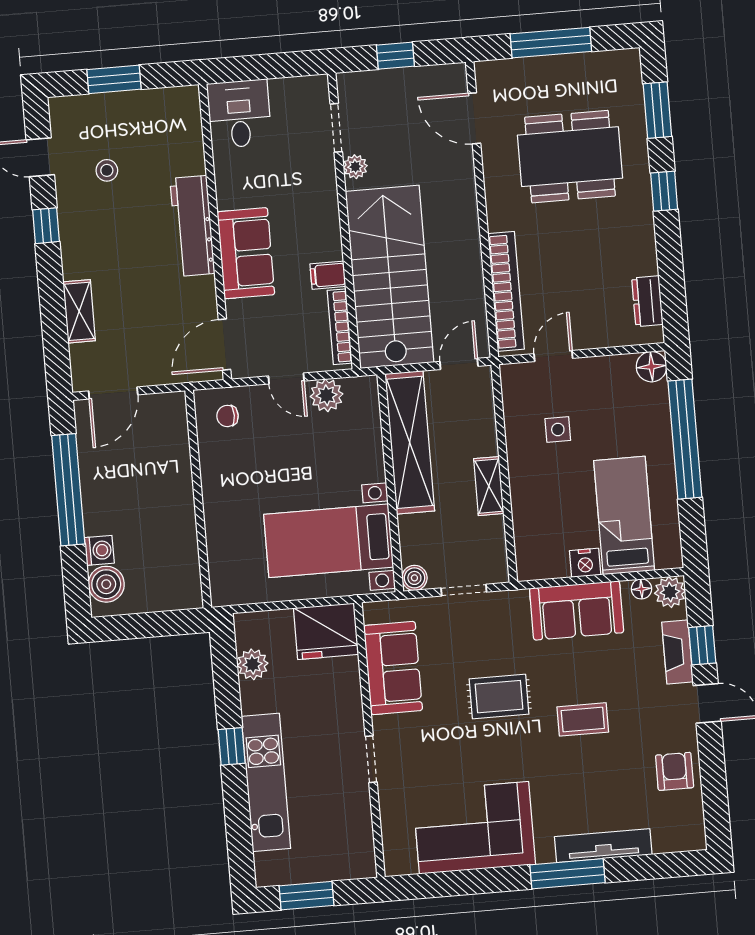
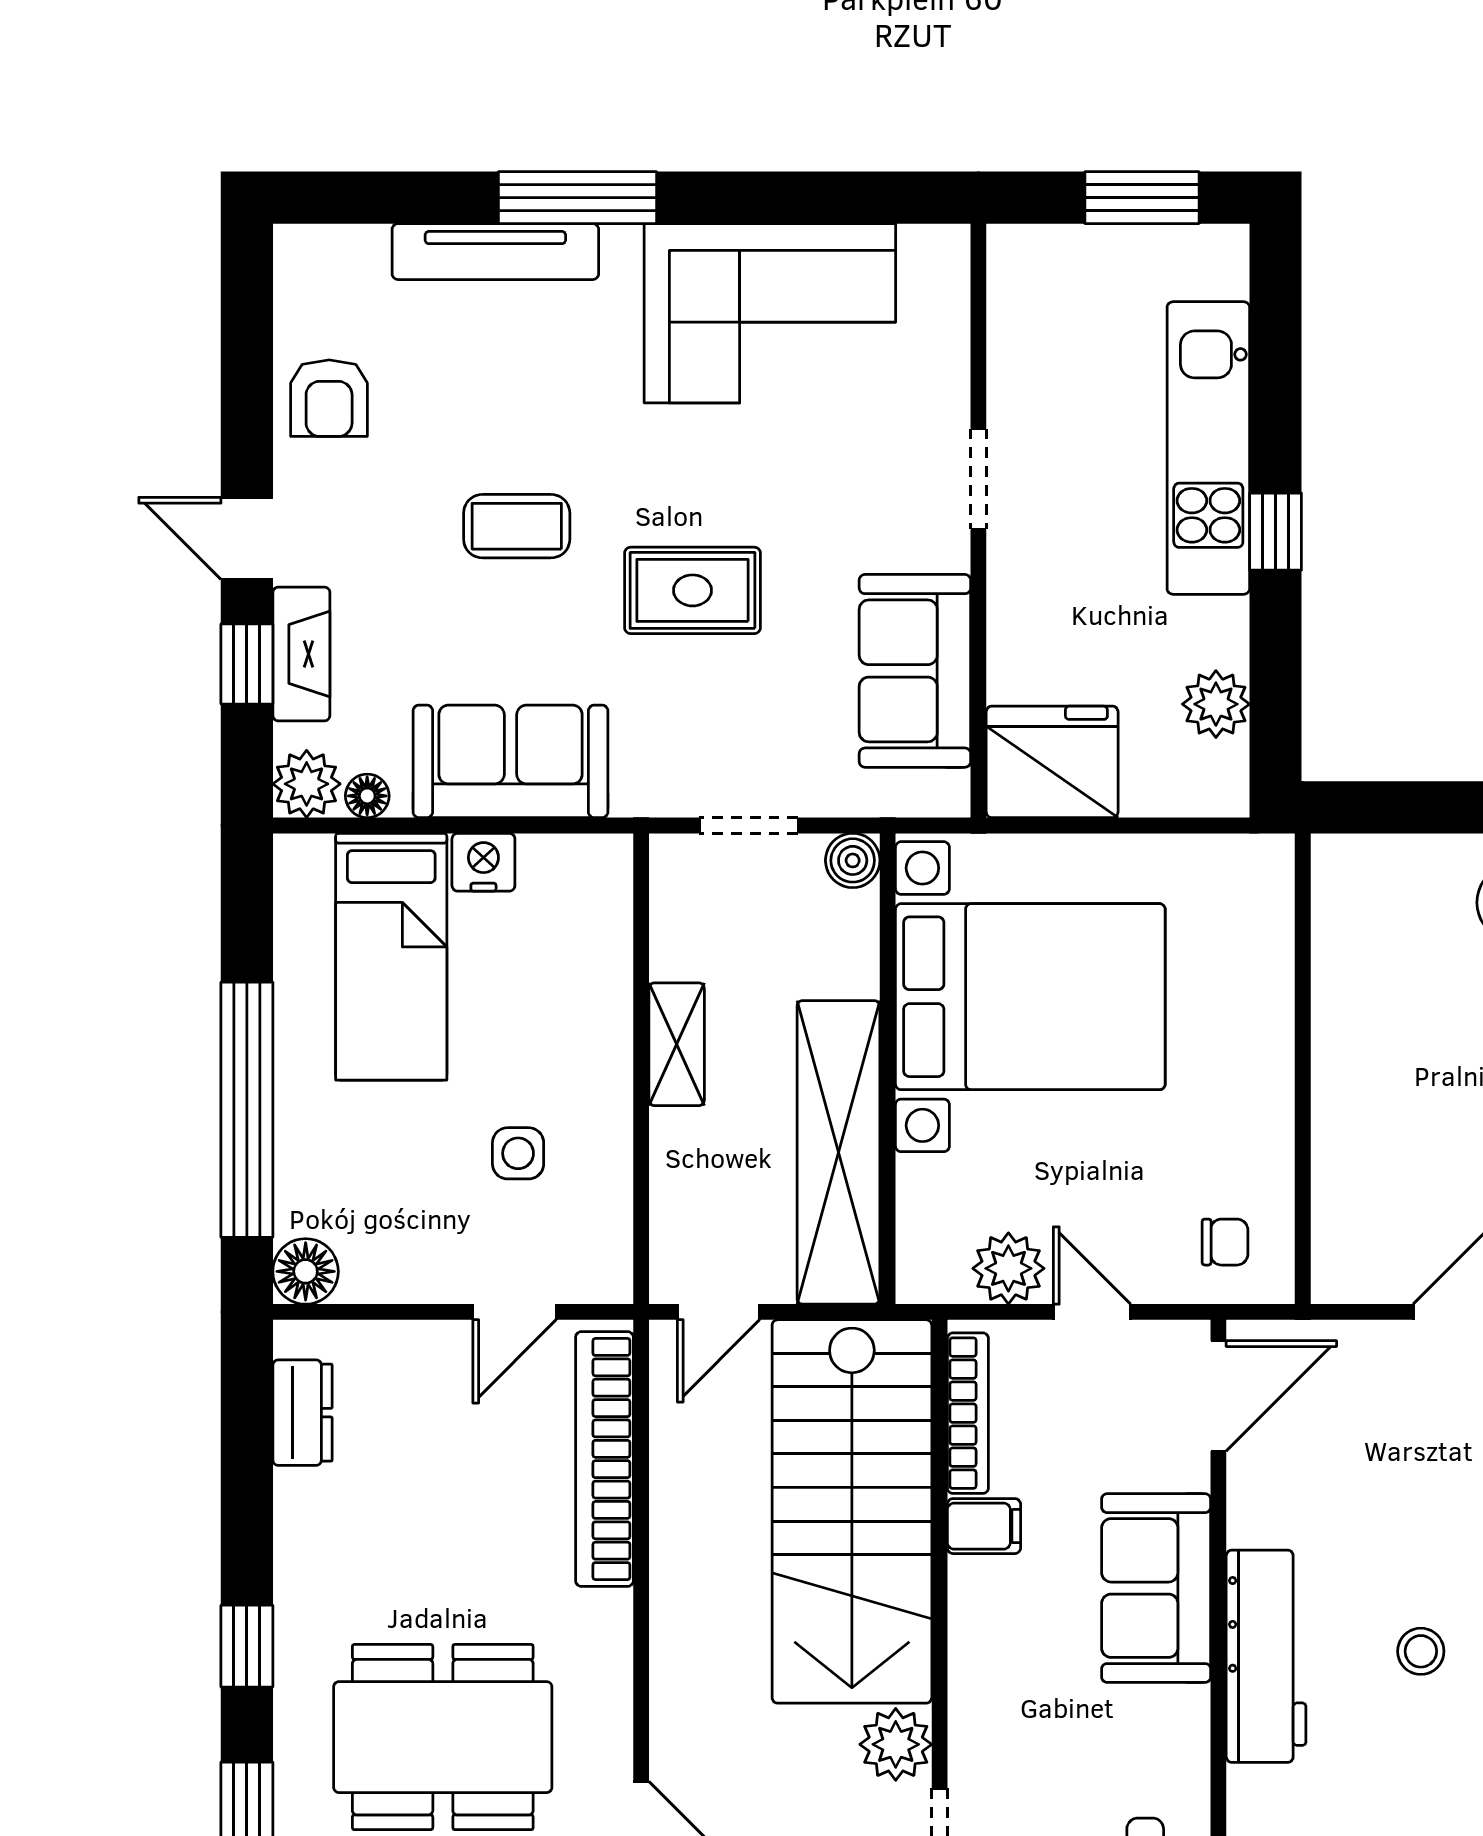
plant: (355, 167) -> (896, 1744), width x1.38, depth x1.38
stool: (107, 170) -> (1421, 1651), moved
bed with nightstands: (329, 541) -> (1030, 997), width x1.36

